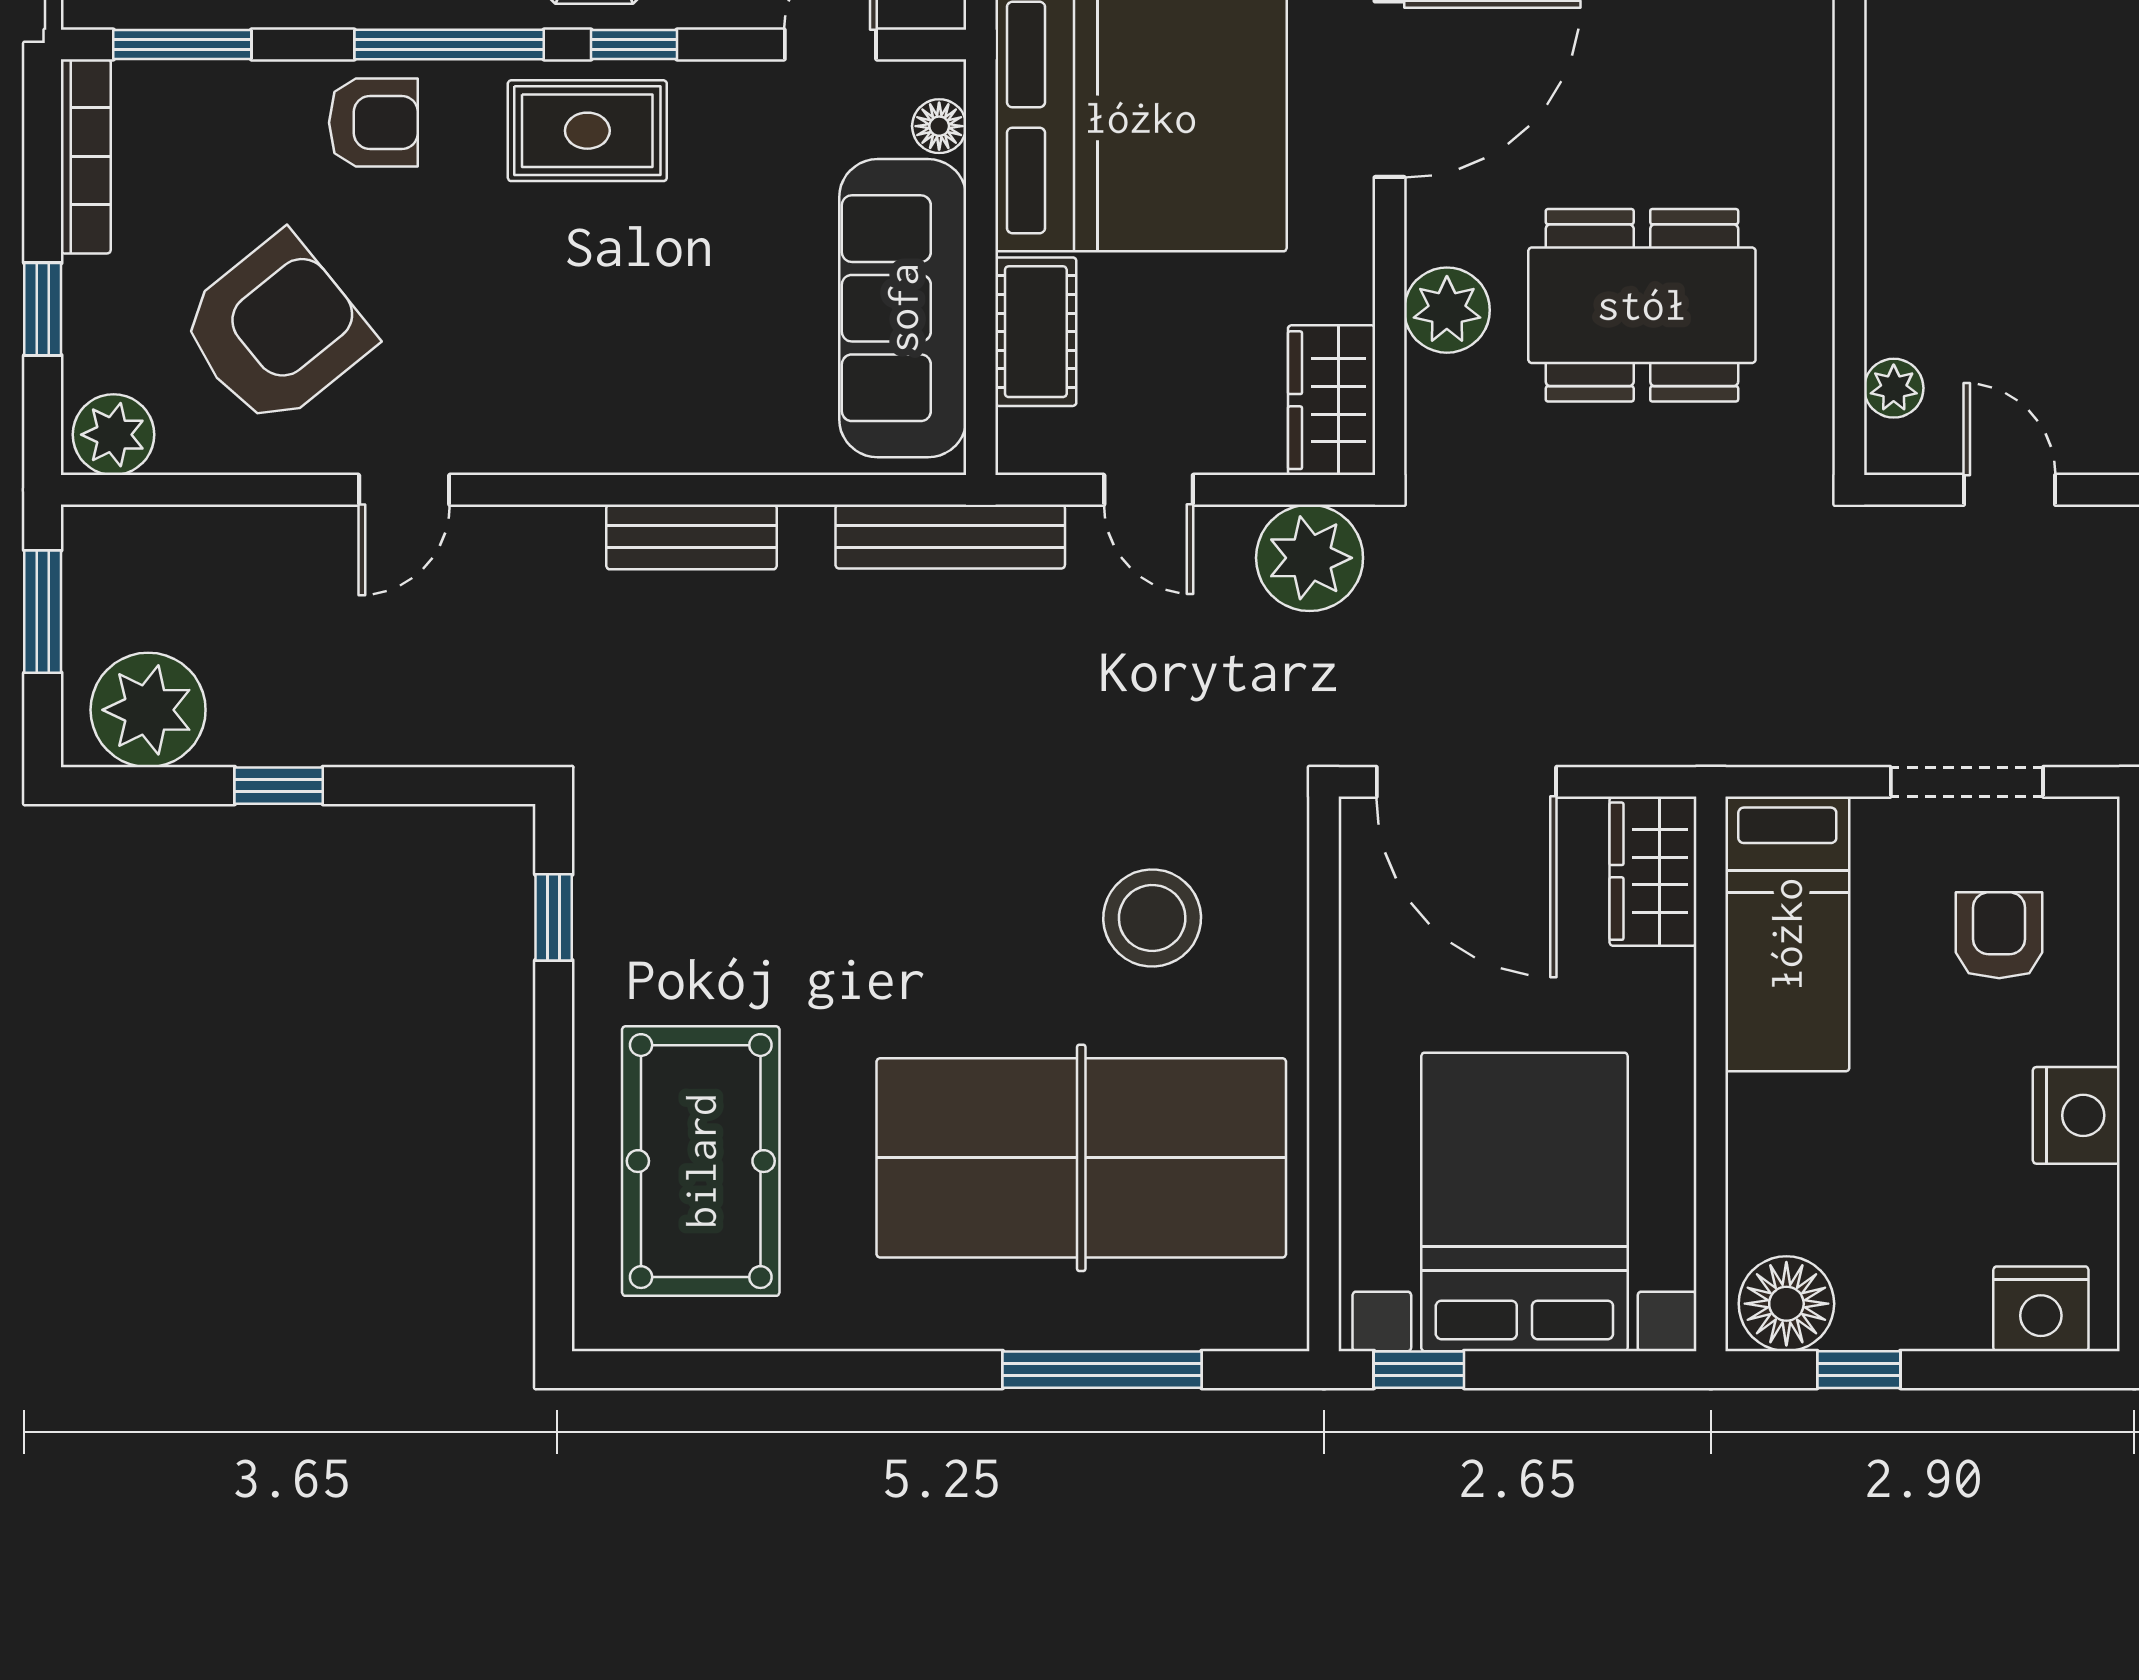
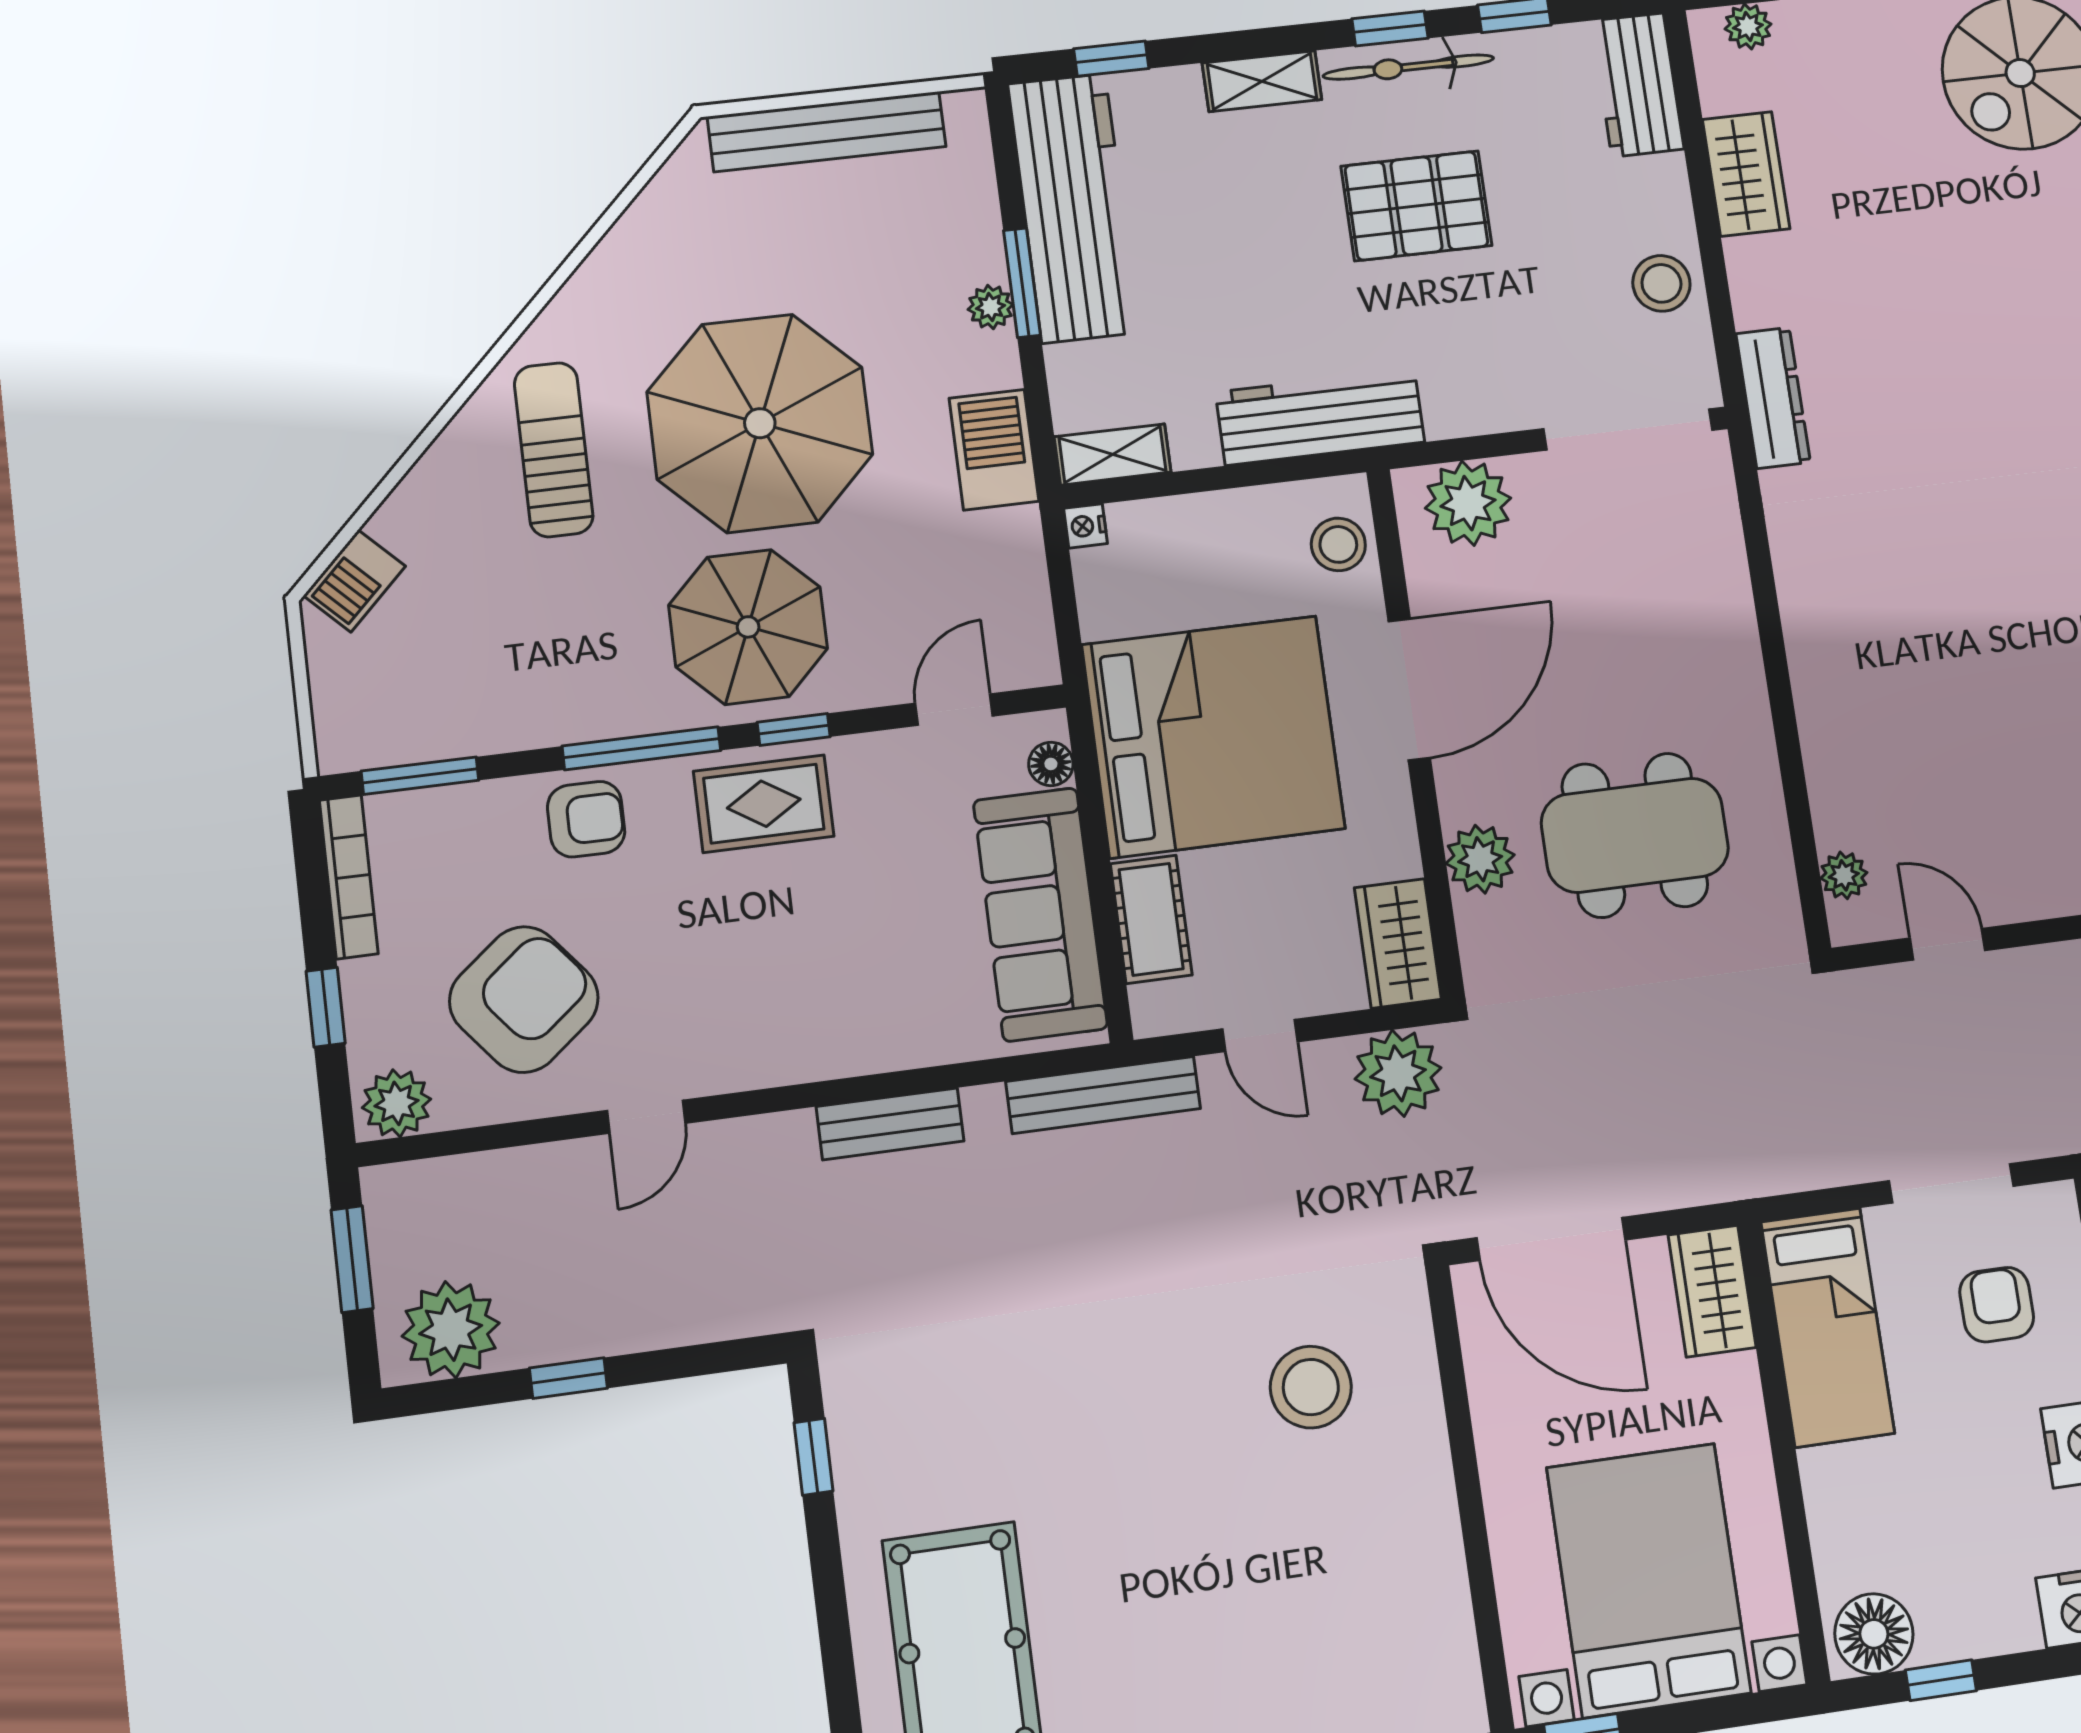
table tennis table: (1081, 1158) -> (1280, 1597), removed

